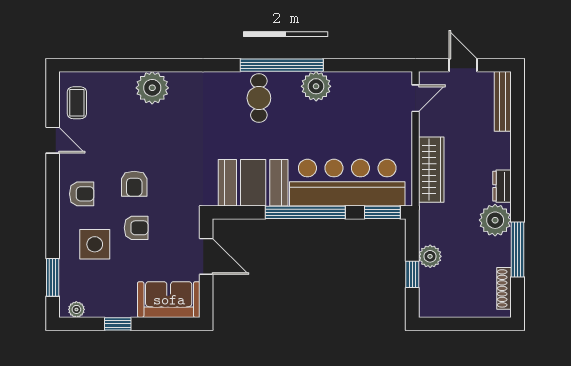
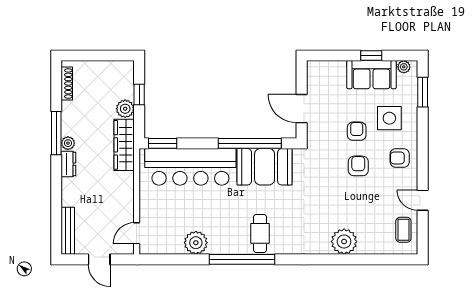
plant: (316, 86) -> (196, 243), moved
wardrobe: (431, 170) -> (124, 145), moved
window: (305, 212) -> (250, 143), moved
plant: (495, 220) -> (68, 143), width x0.53, depth x0.53
armchair: (136, 228) -> (357, 131), turned 90
window: (517, 249) -> (56, 133), moved
sofa: (169, 300) -> (372, 75), moved

